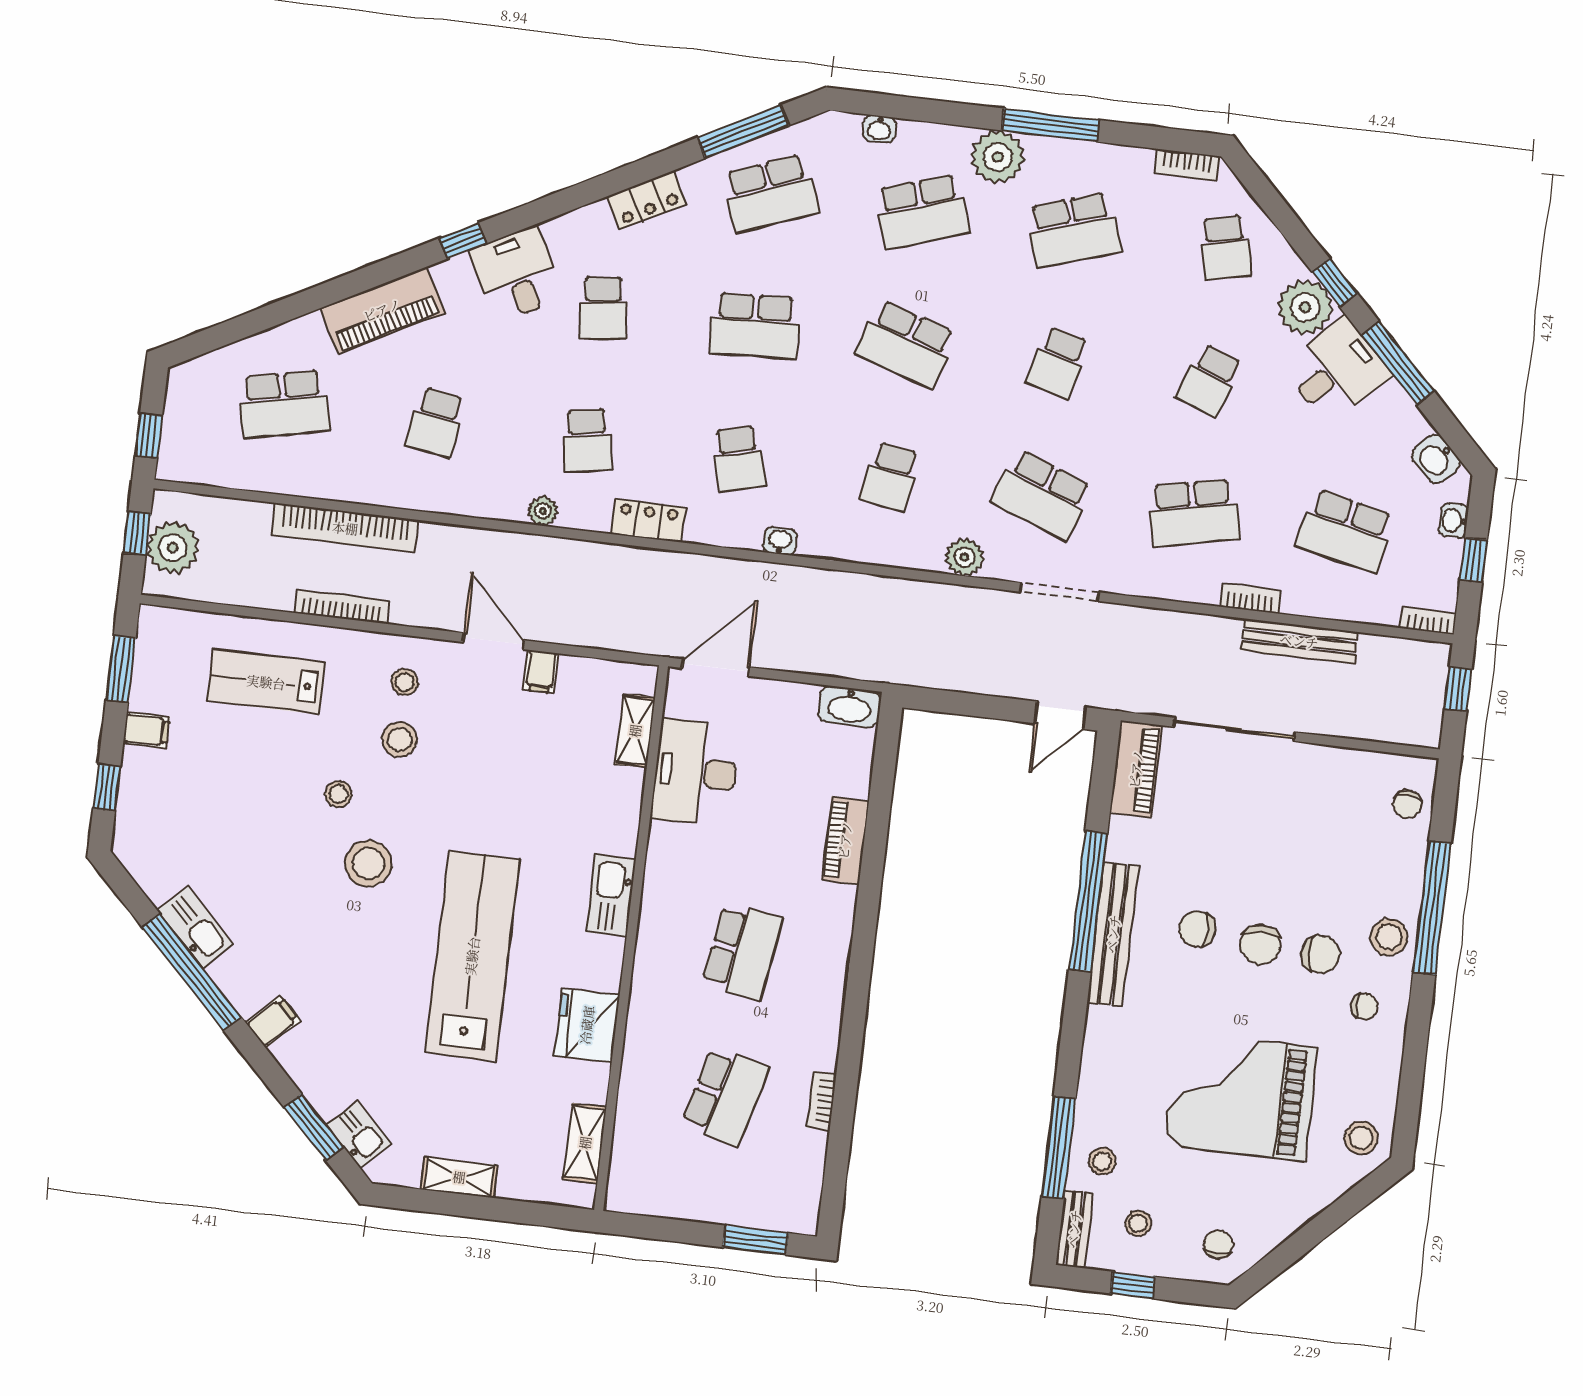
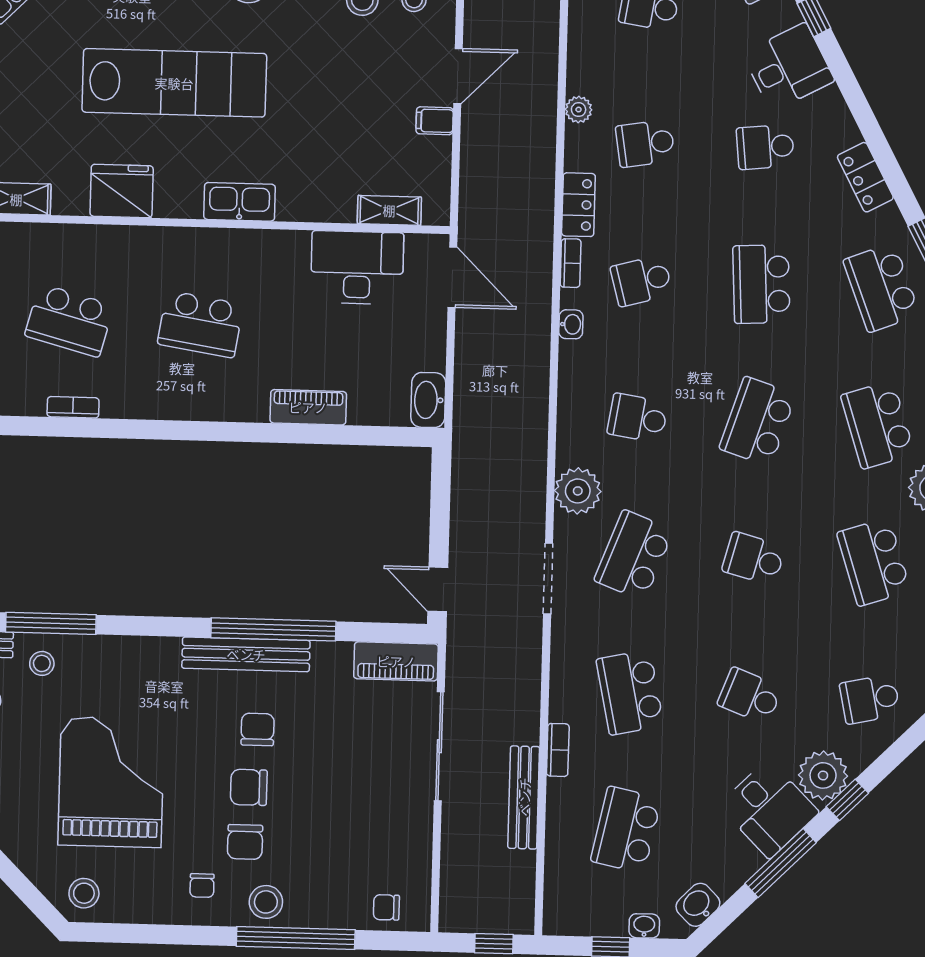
plant: (964, 557) -> (578, 491), width x1.36, depth x1.36
bookcase: (1428, 621) -> (571, 263), moved

